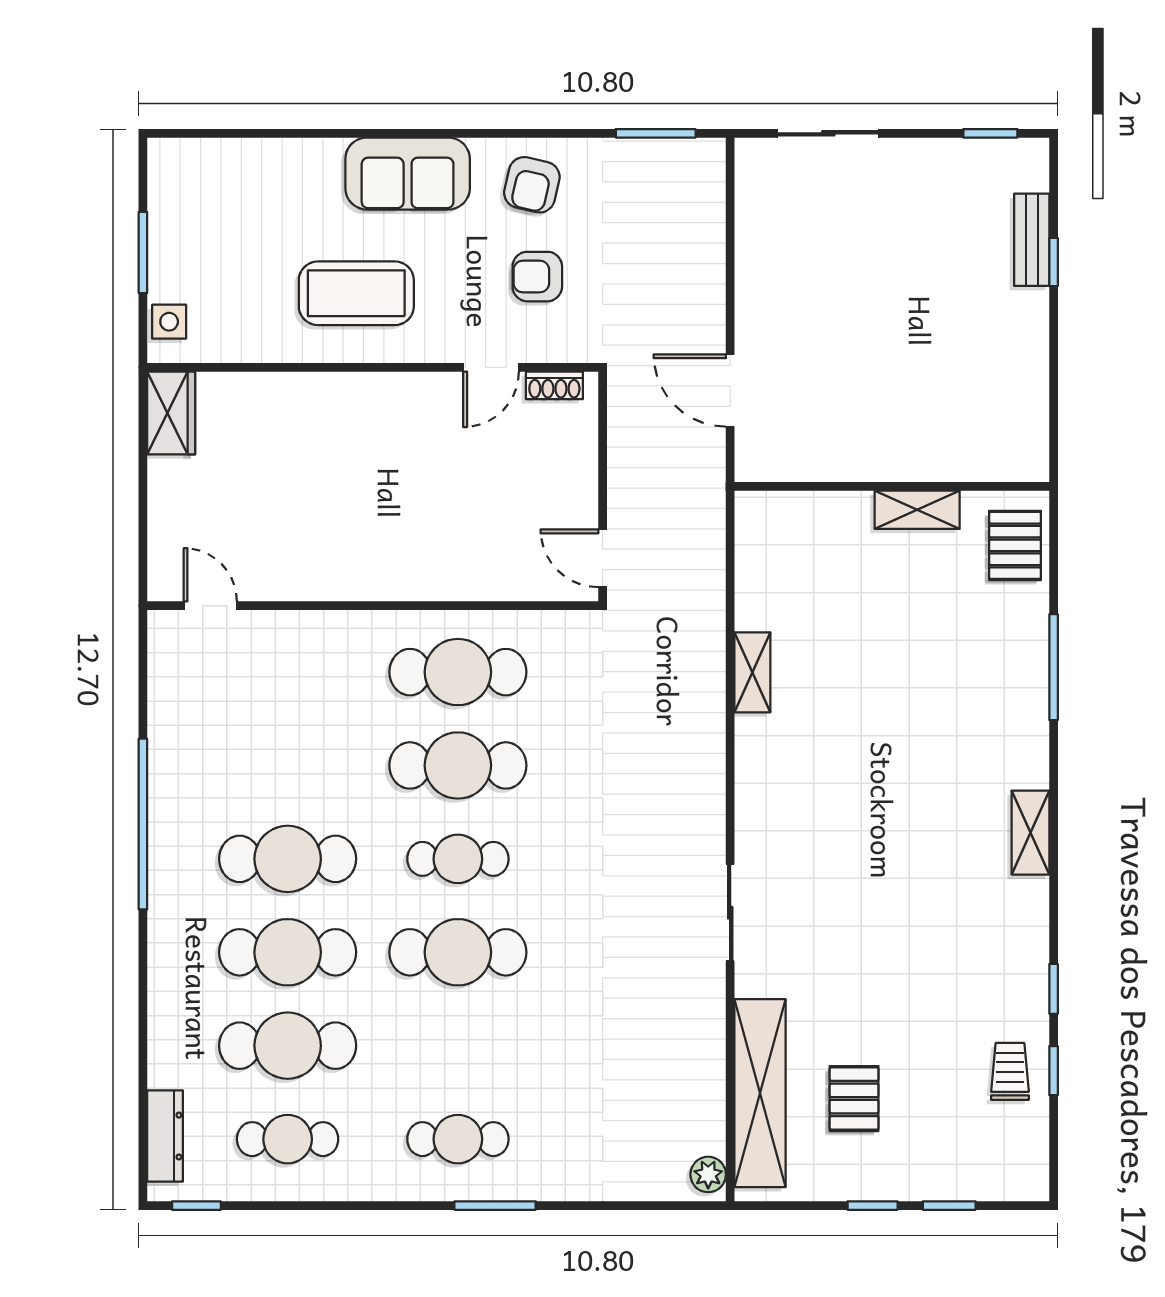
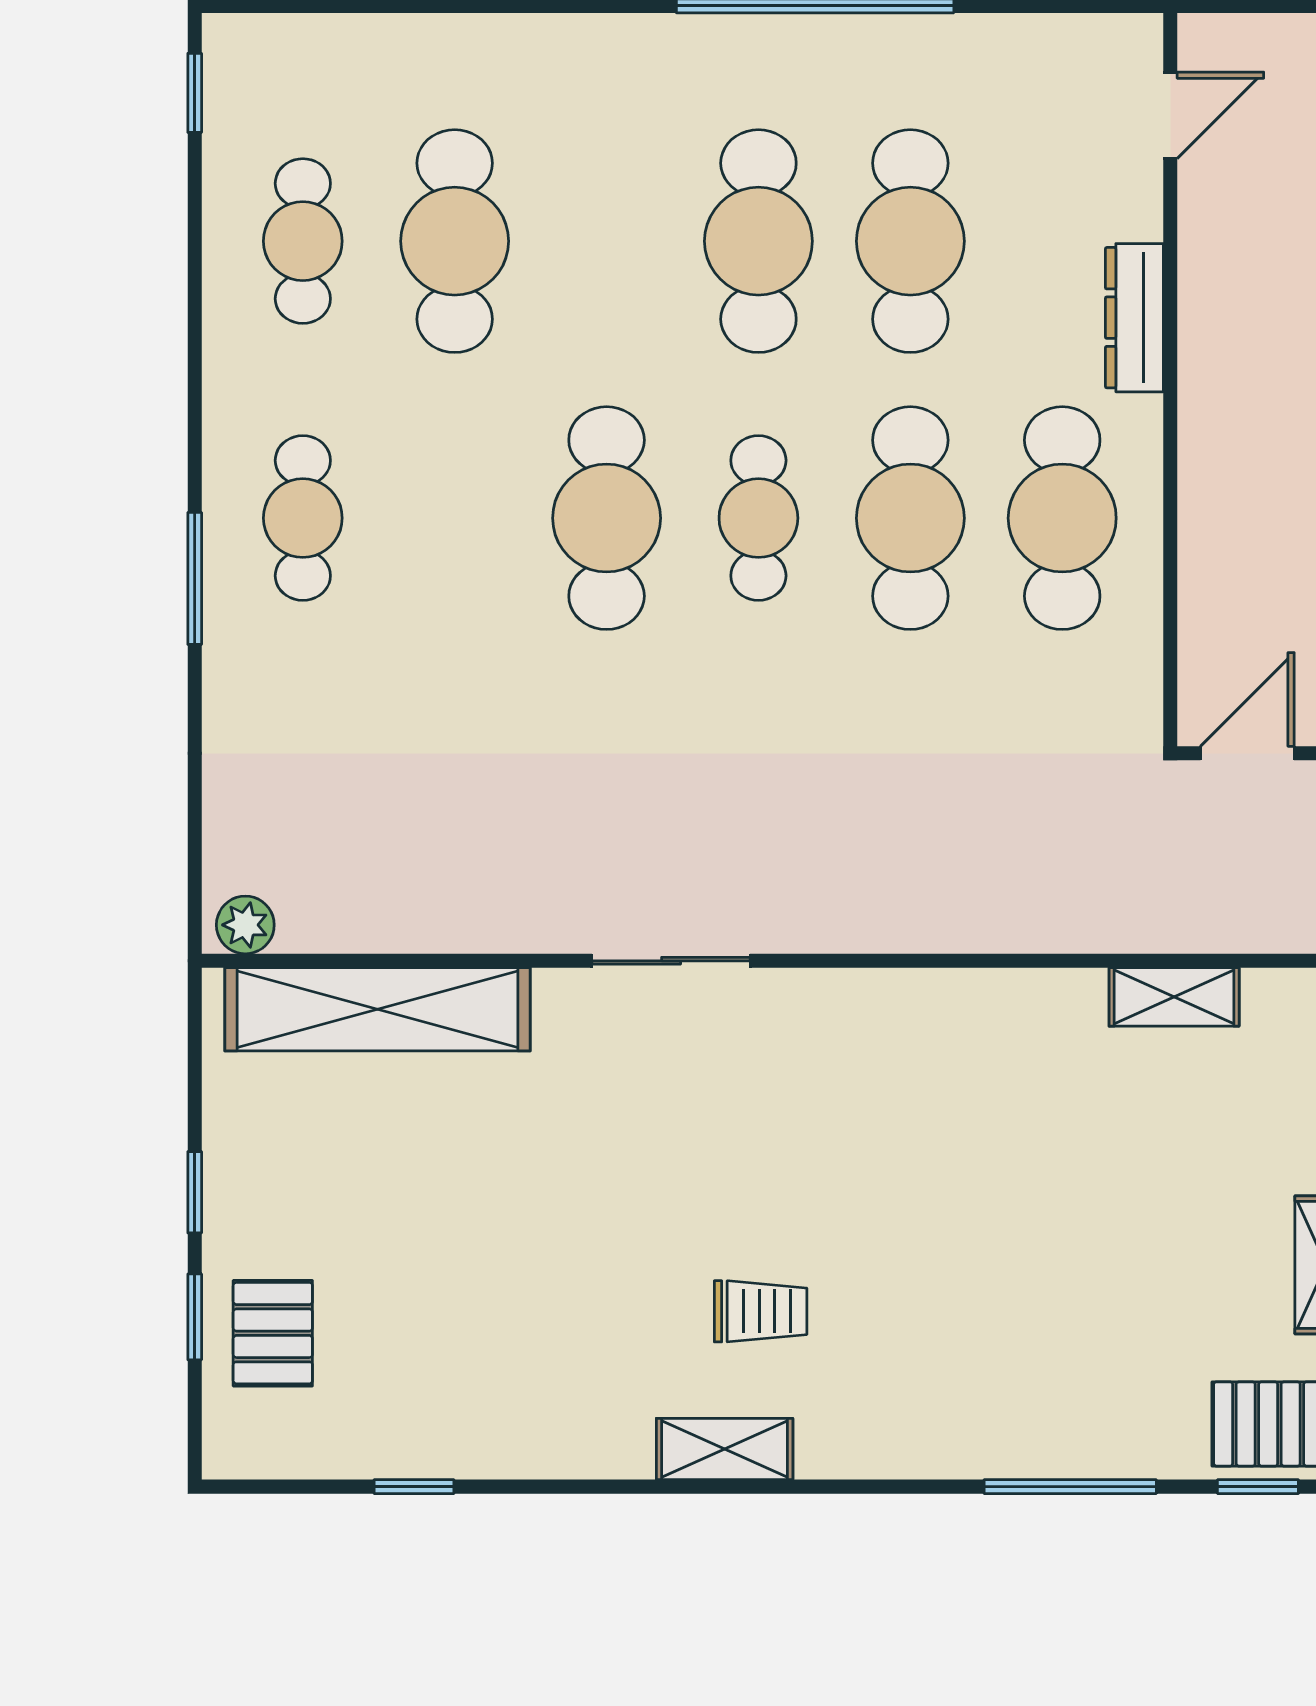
shelving: (752, 672) -> (1174, 997), moved
shelving: (1030, 833) -> (725, 1449), moved
cafe table: (288, 952) -> (910, 241), moved
window: (1054, 989) -> (1258, 1487), moved
trolley: (1010, 1071) -> (761, 1311), moved
pallet: (854, 1099) -> (273, 1333), moved, turned 90
dresser: (165, 1136) -> (1134, 318), moved, turned 90

